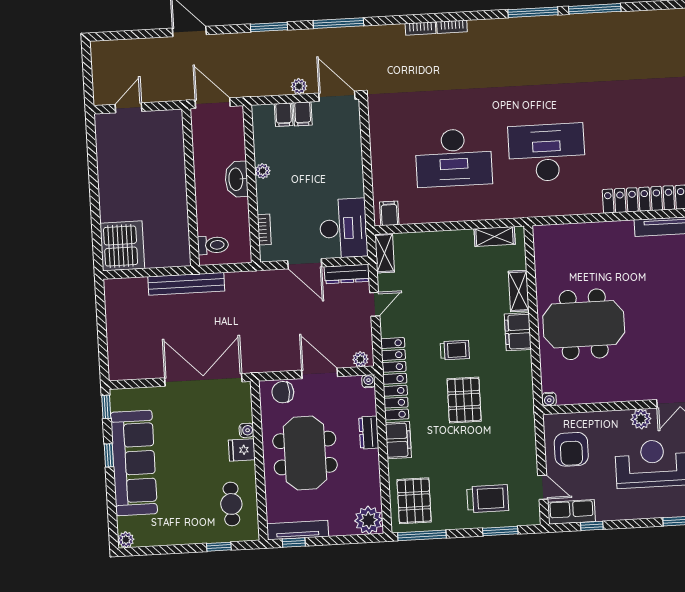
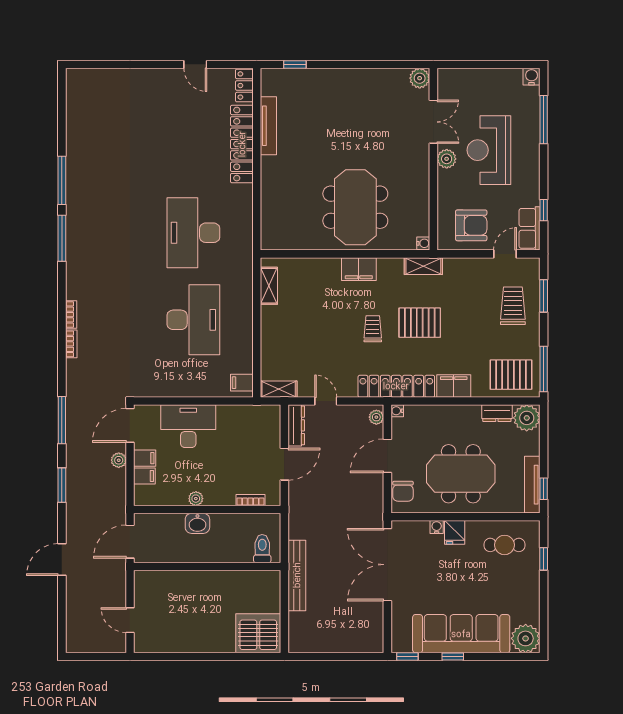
washbasin: (236, 179) -> (197, 523), width x0.72
desk: (343, 228) -> (188, 426), moved
shelving: (519, 291) -> (423, 266), moved
dresser: (369, 433) -> (497, 413), moved
plant: (126, 540) -> (526, 638), width x1.87, depth x1.87

